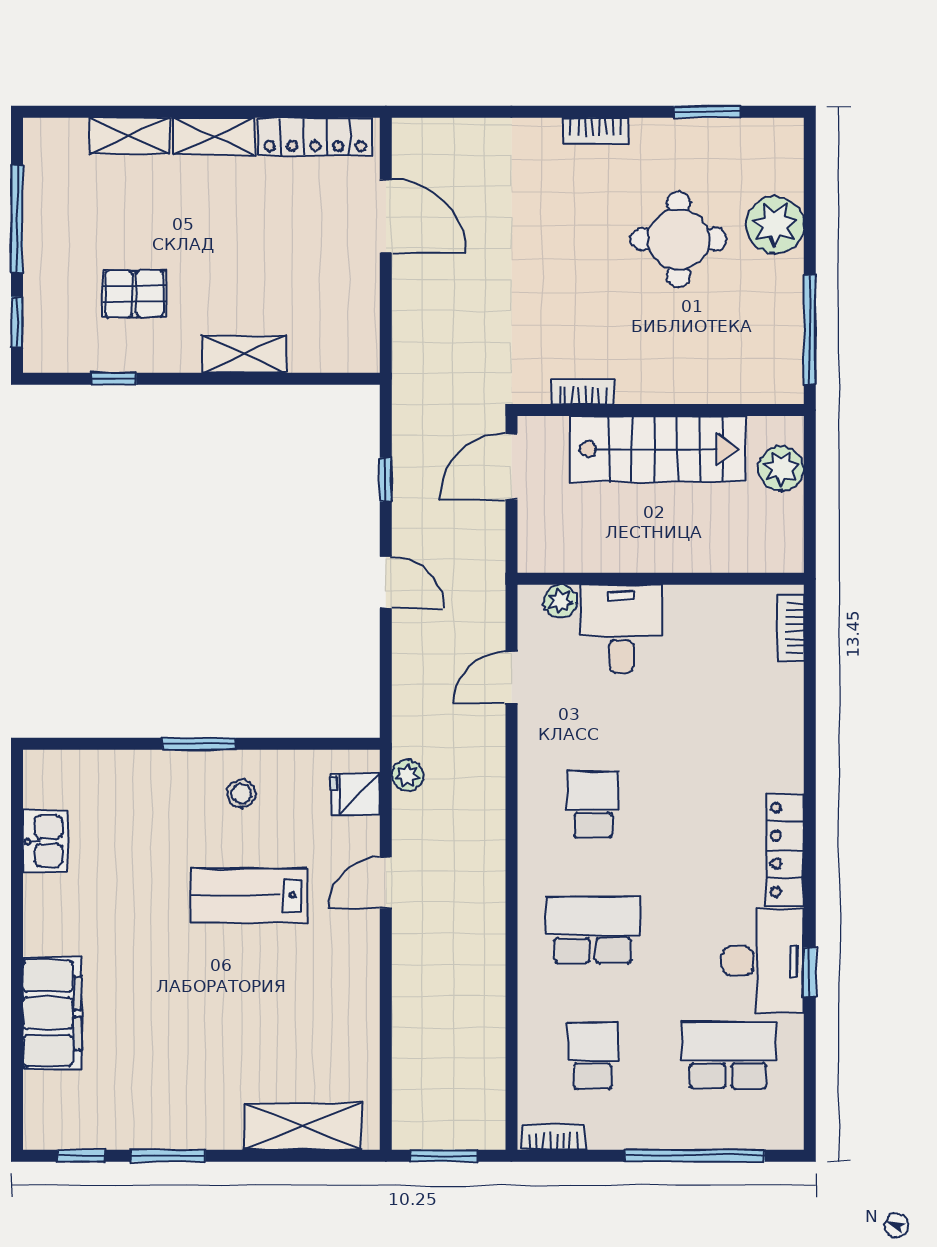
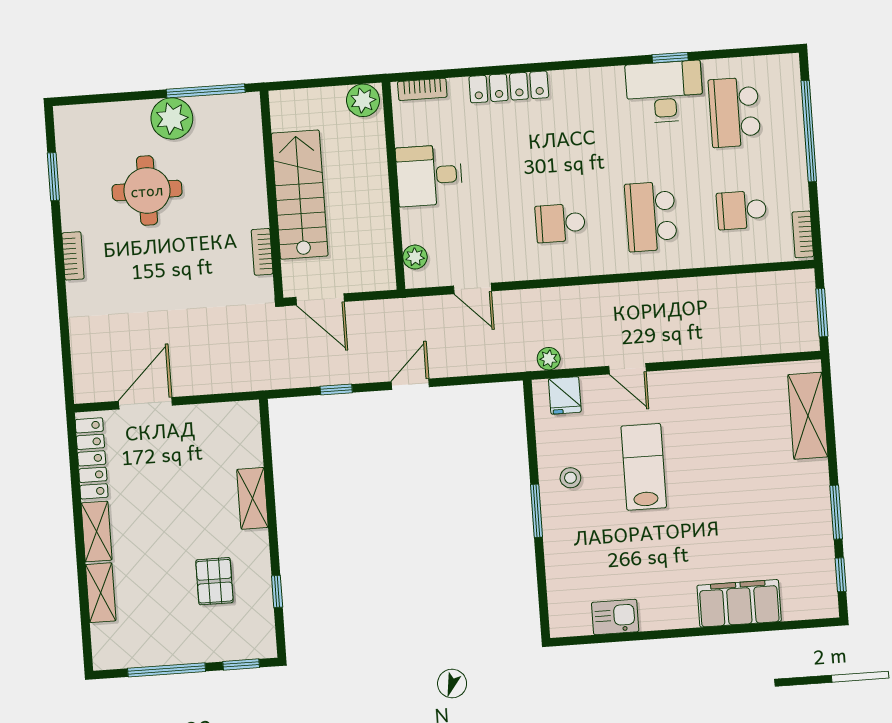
plant: (775, 225) -> (172, 118), moved
plant: (781, 468) -> (363, 100), moved
desk: (621, 629) -> (429, 175), moved
locker: (785, 850) -> (509, 87), moved
lab bench: (249, 895) -> (644, 467), turned 180

